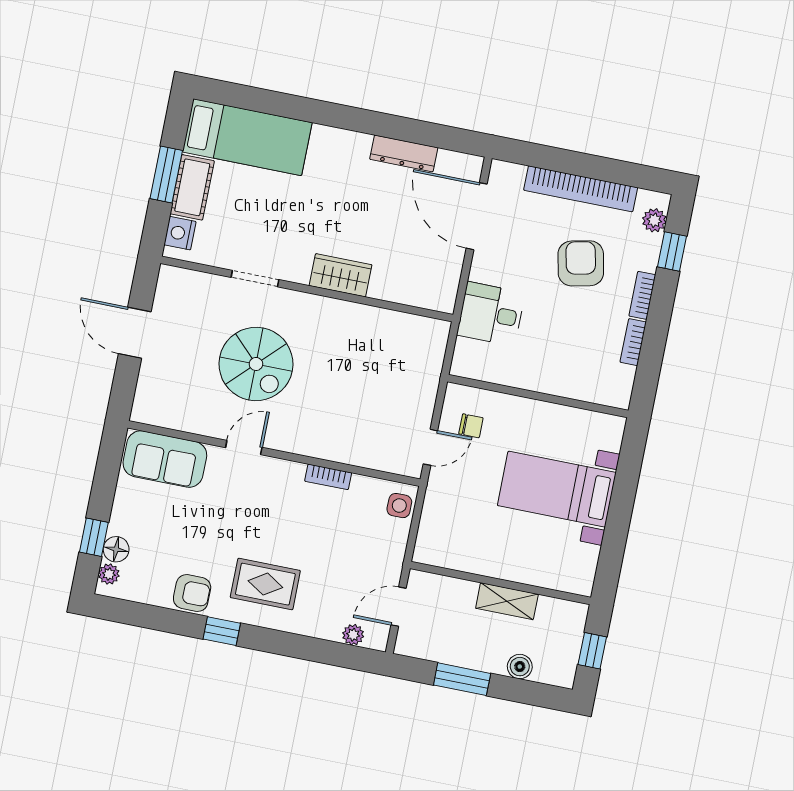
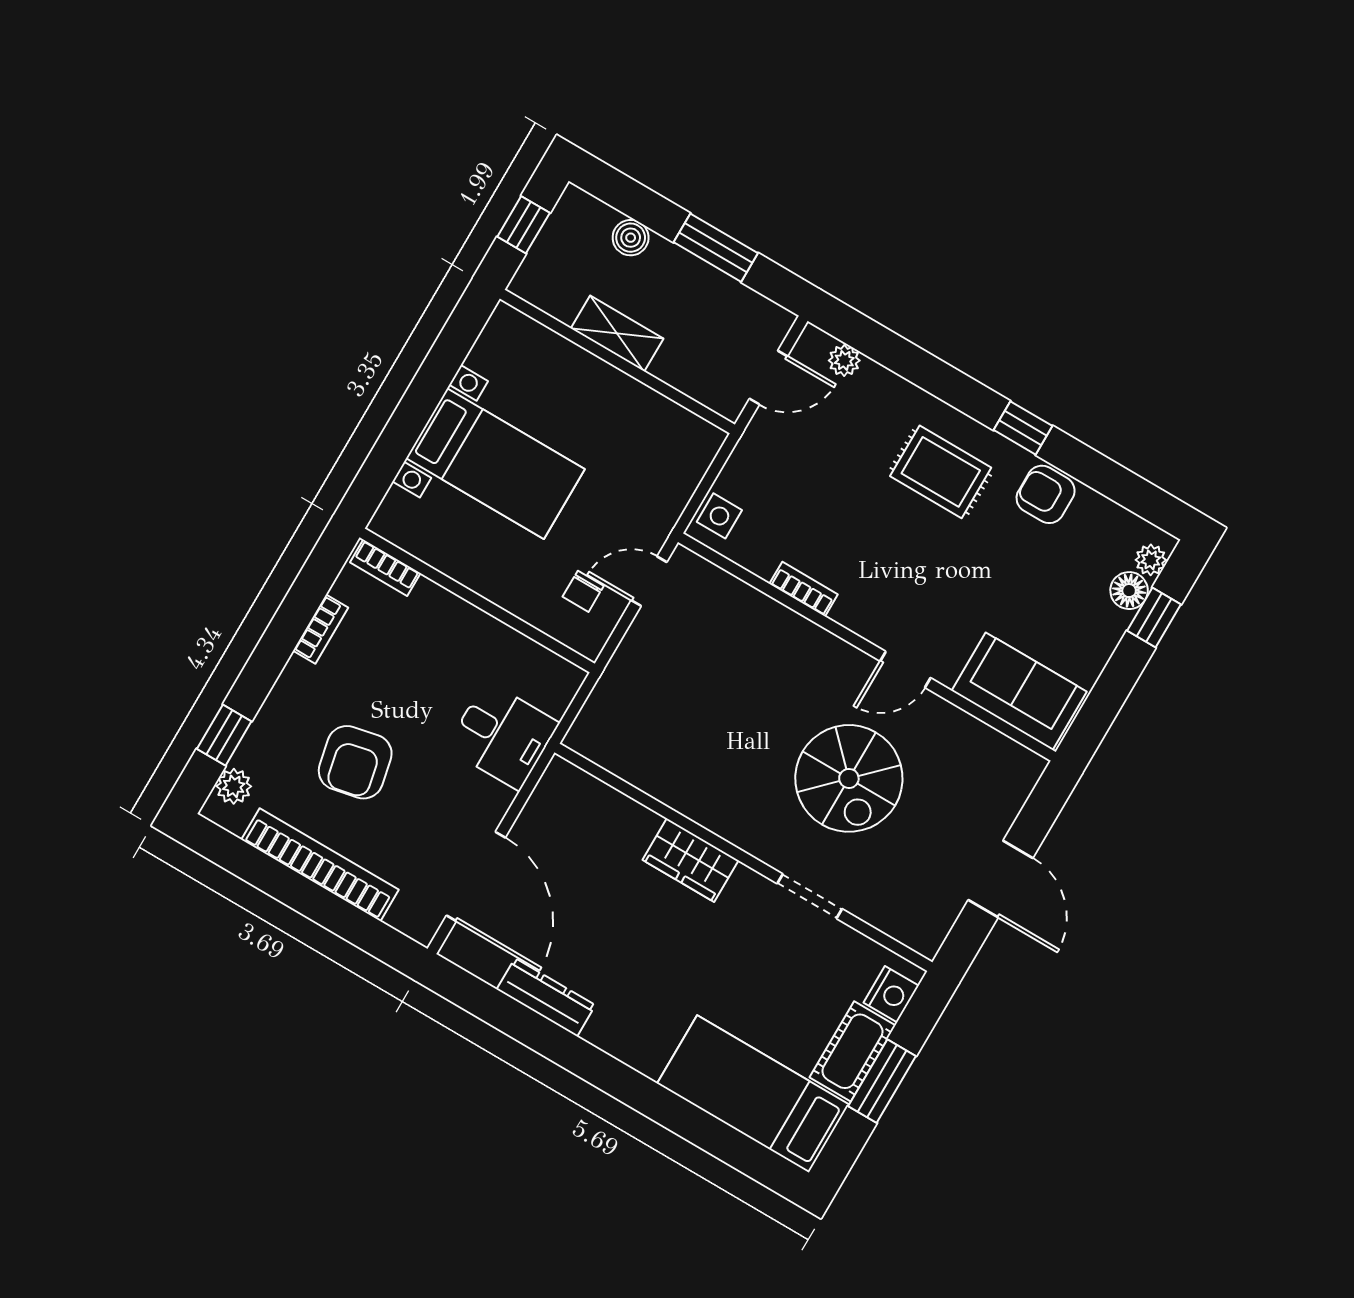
bookcase: (642, 295) -> (385, 568), moved, turned 90
spiral stairs: (256, 364) -> (849, 778), turned 180
chair: (471, 426) -> (583, 591), turned -90

